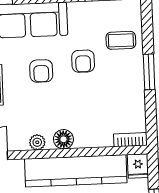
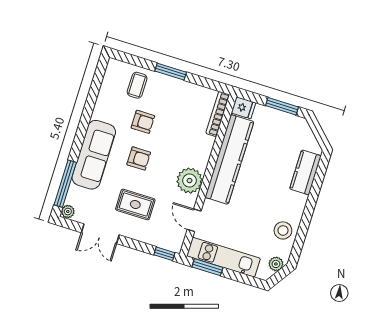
floor lamp: (63, 139) -> (200, 160), removed
bookcase: (130, 140) -> (218, 114), width x1.56
plant: (37, 142) -> (189, 181), width x1.88, depth x1.88

